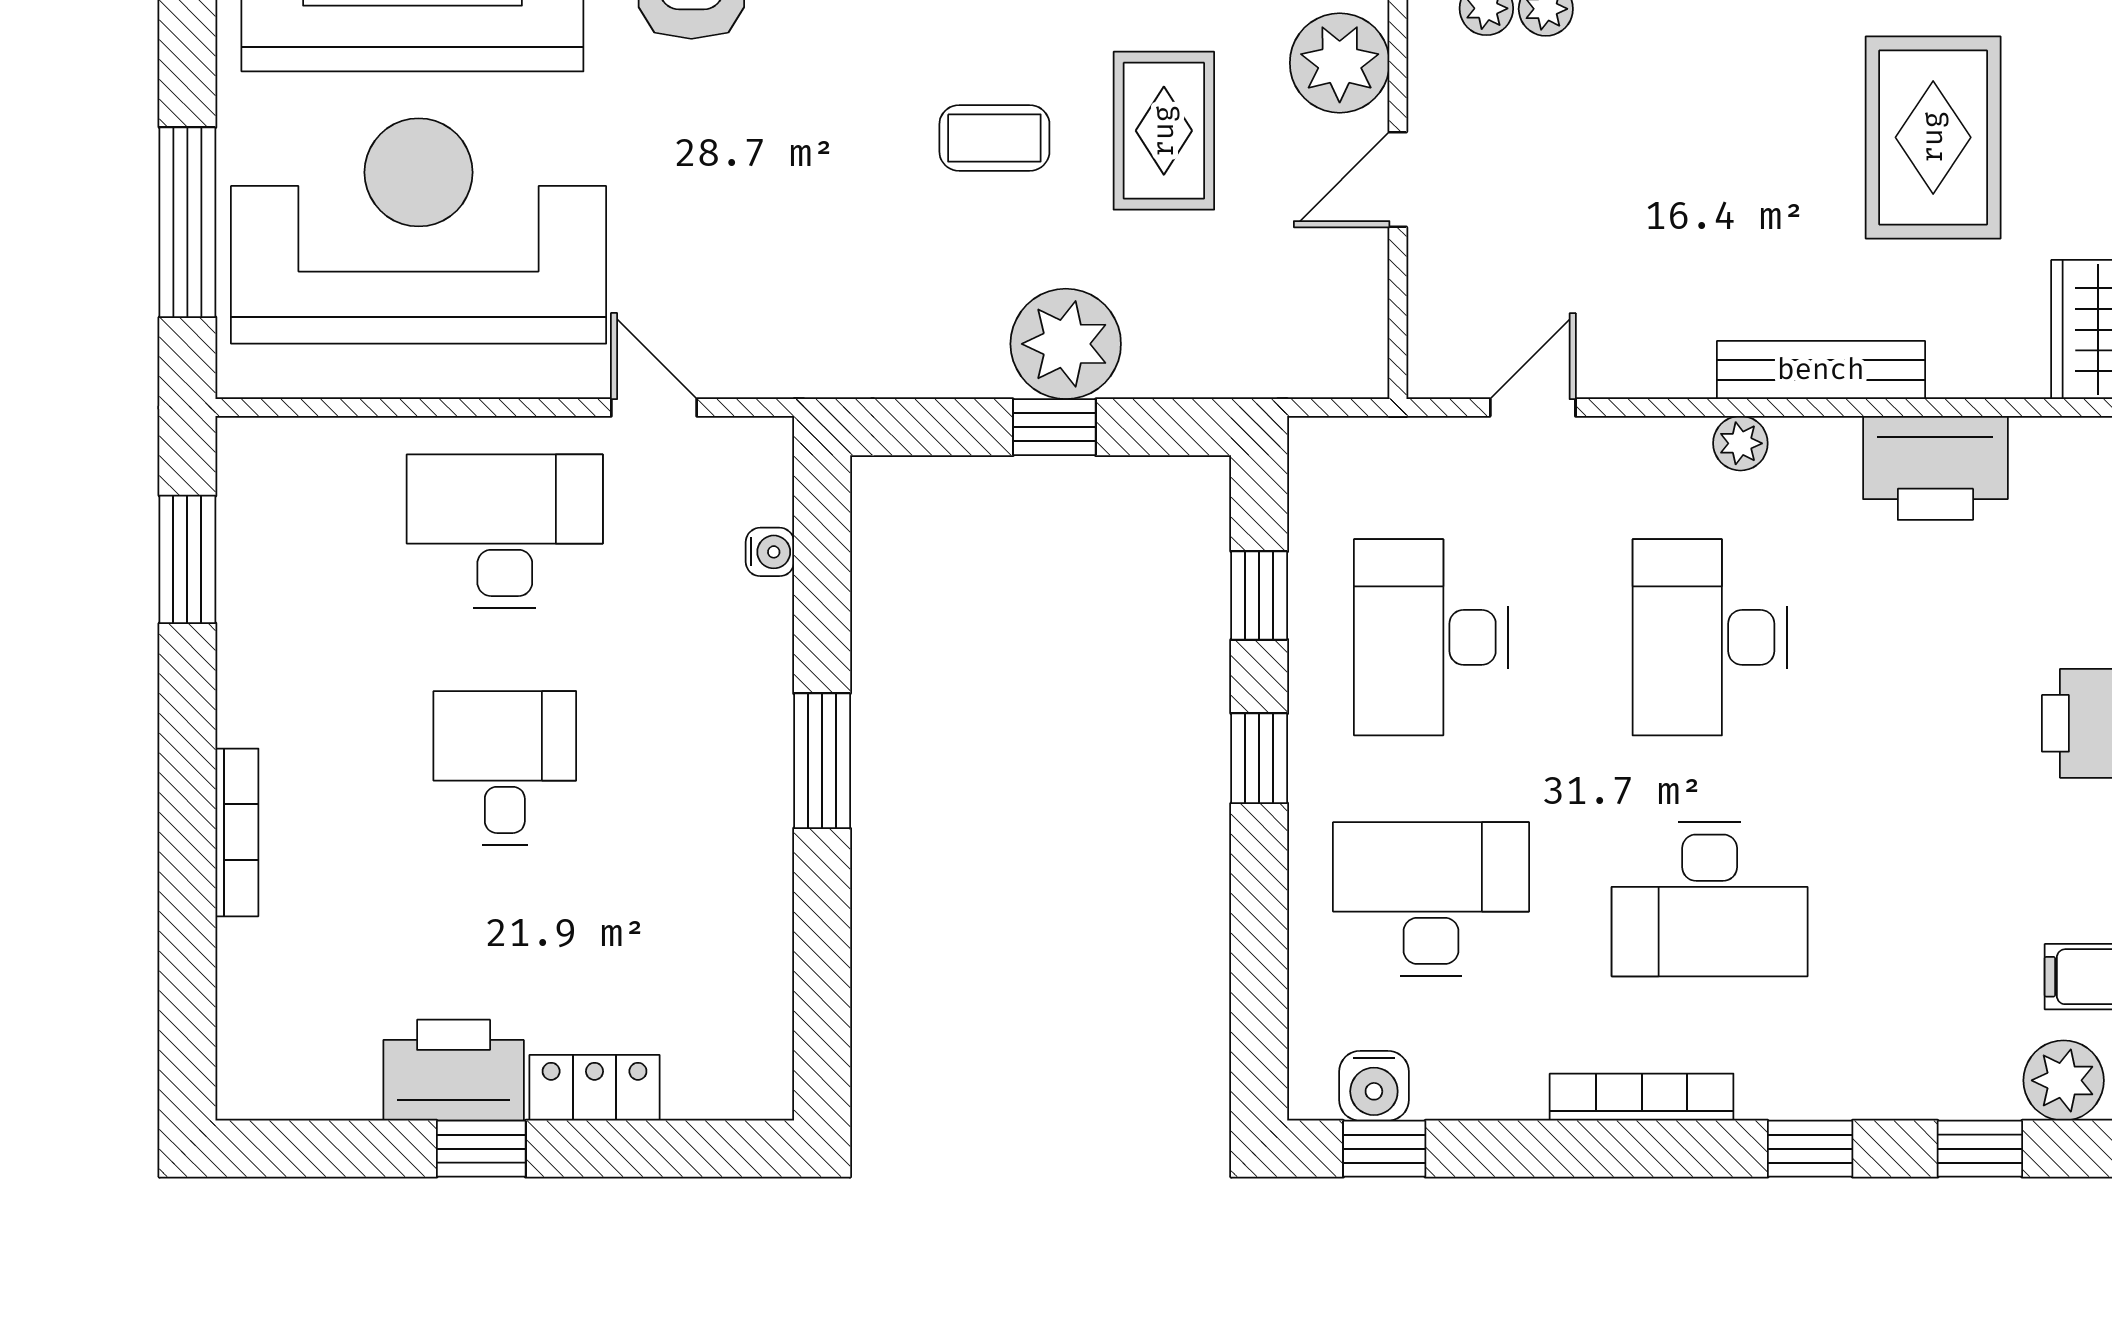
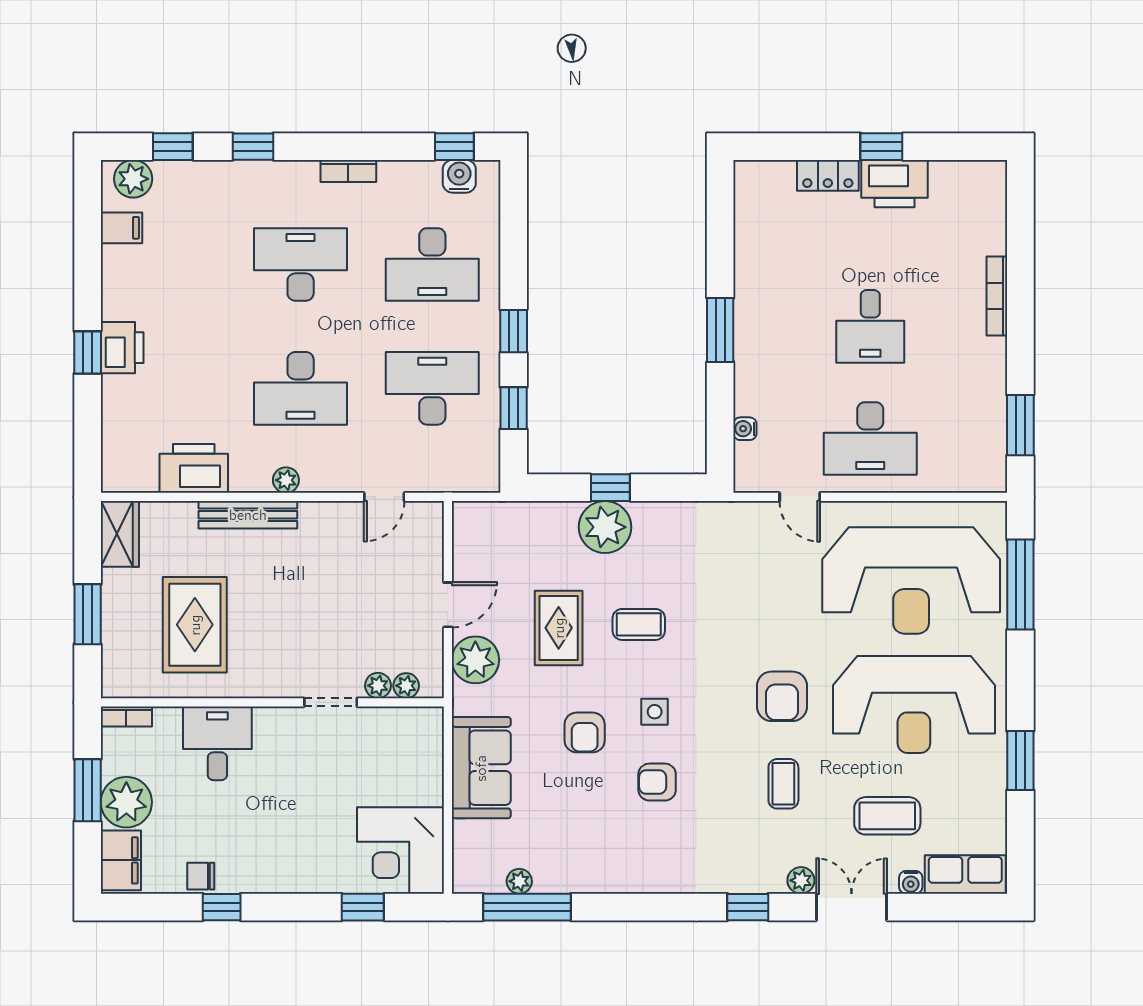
desk: (1431, 637) -> (432, 388), turned -90
desk: (1710, 637) -> (301, 388), turned 90
bookcase: (1642, 1097) -> (348, 171), width x0.64

